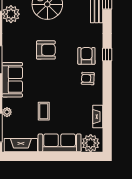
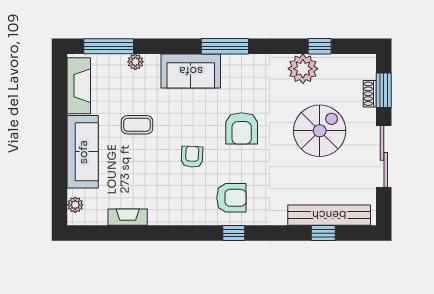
armchair: (88, 78) -> (192, 157), moved
plant: (91, 143) -> (75, 205), width x0.53, depth x0.53

